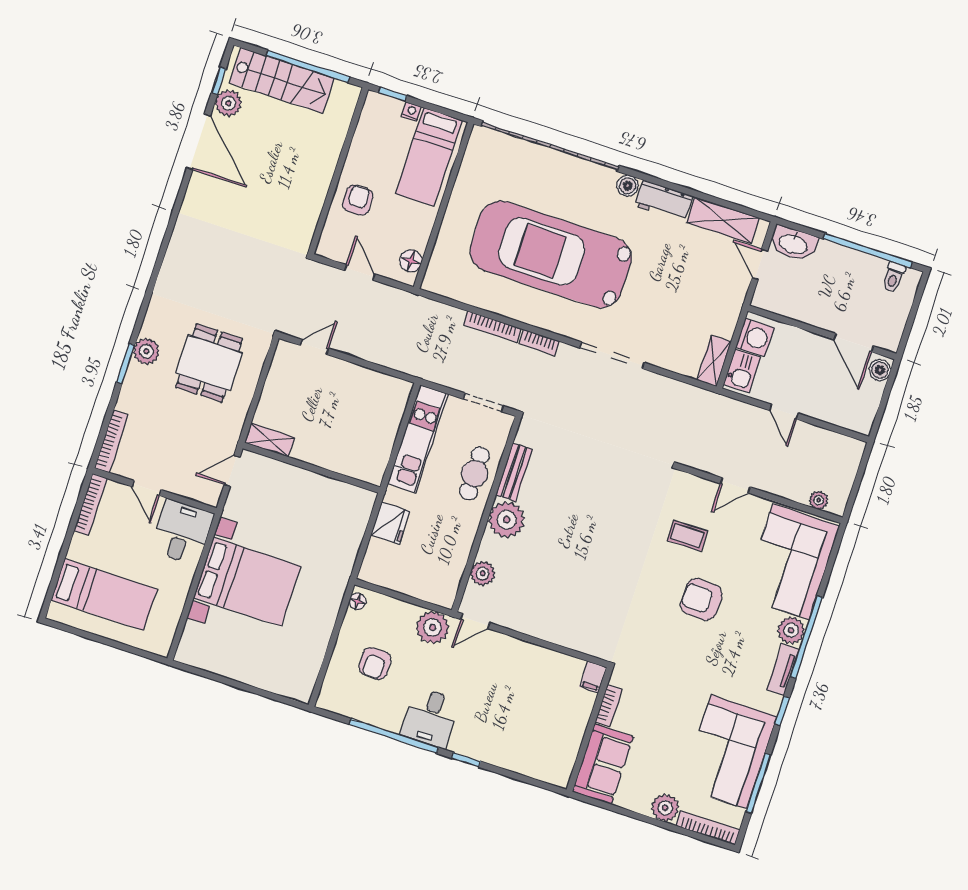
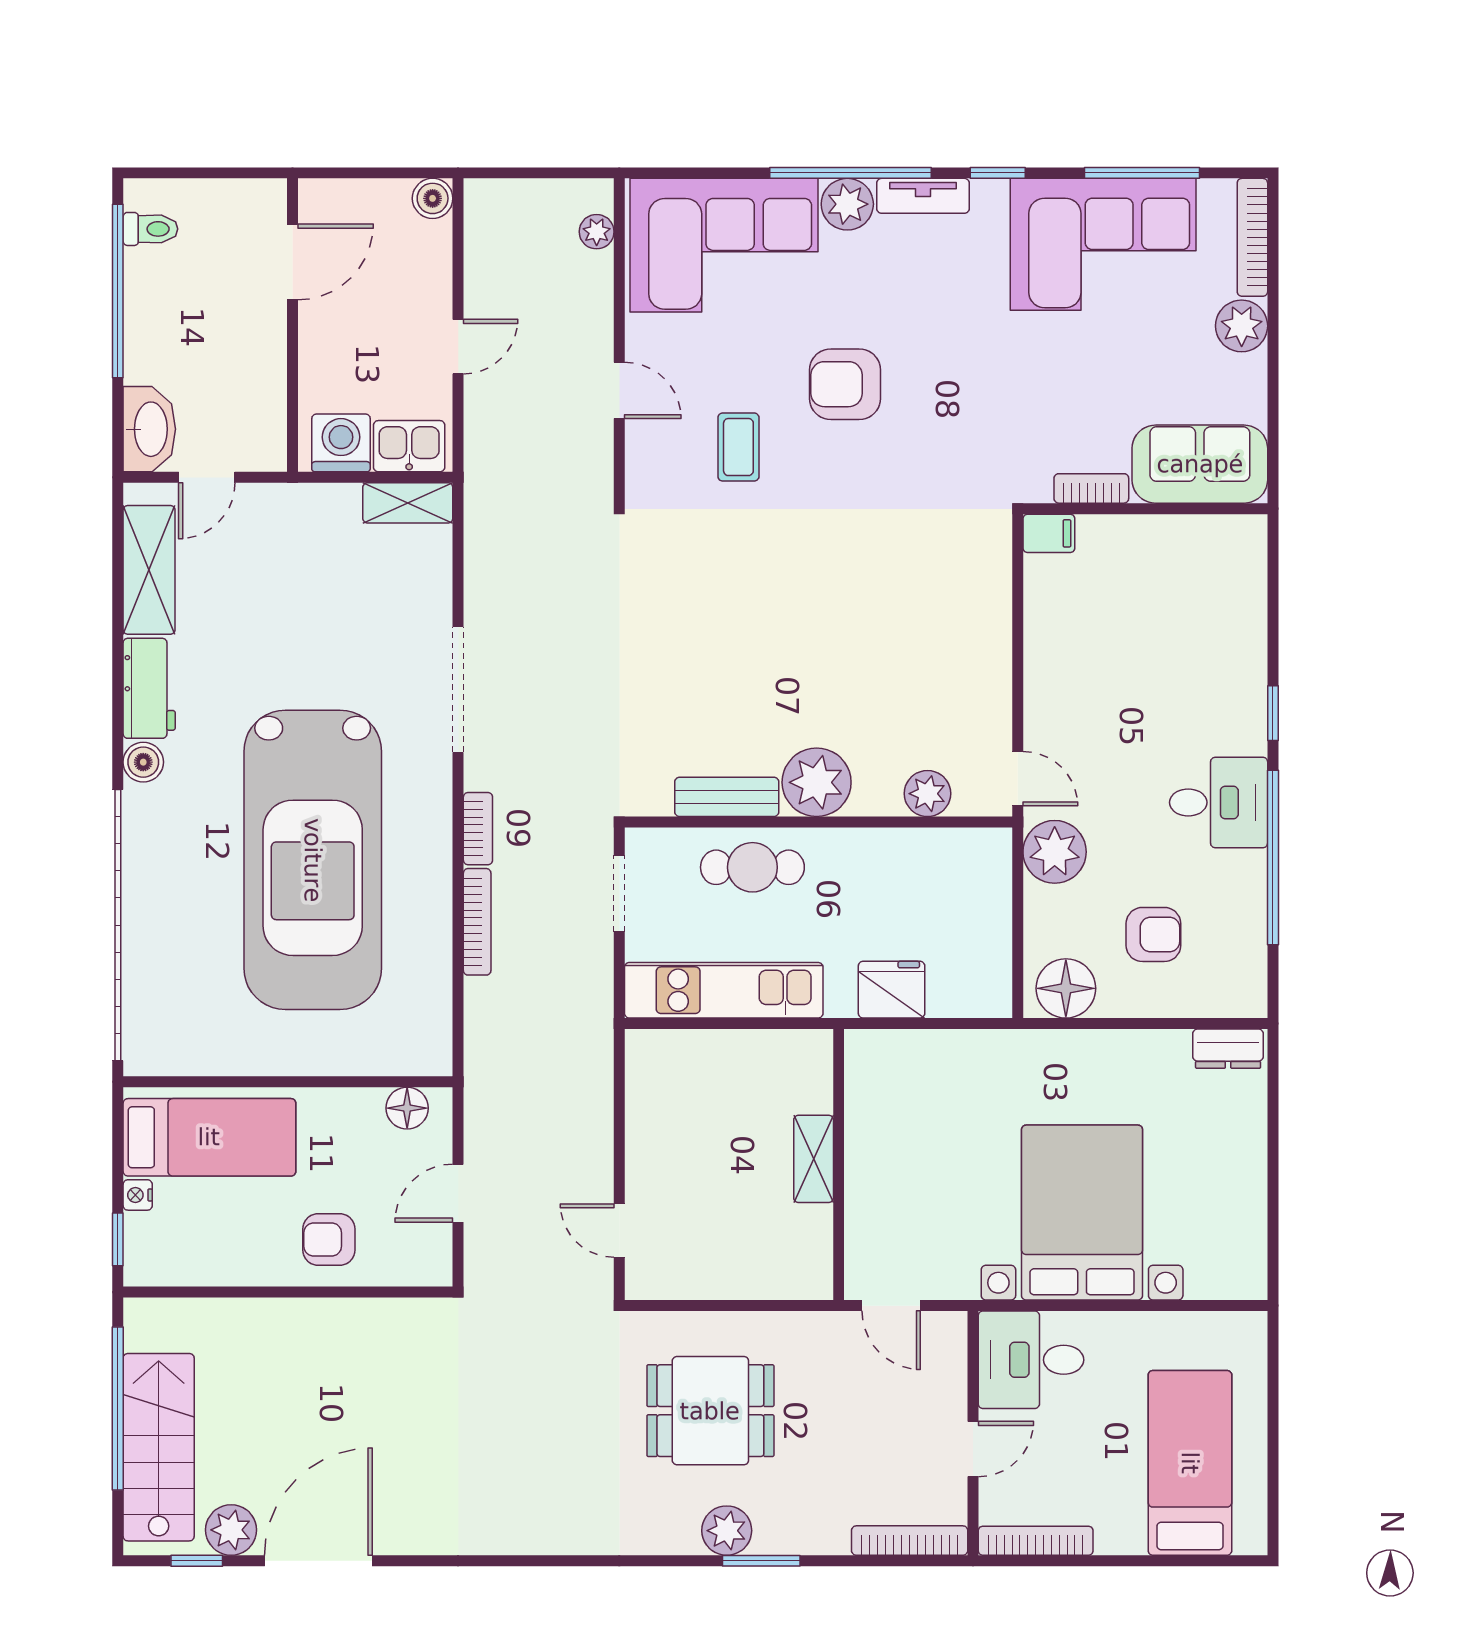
boiler: (880, 370) -> (433, 198), moved
shelving: (269, 440) -> (814, 1159), moved
armchair: (701, 600) -> (845, 384), turned 88
floor lamp: (357, 601) -> (1066, 988), width x1.89, depth x1.89
dresser: (305, 682) -> (1228, 1049), added

